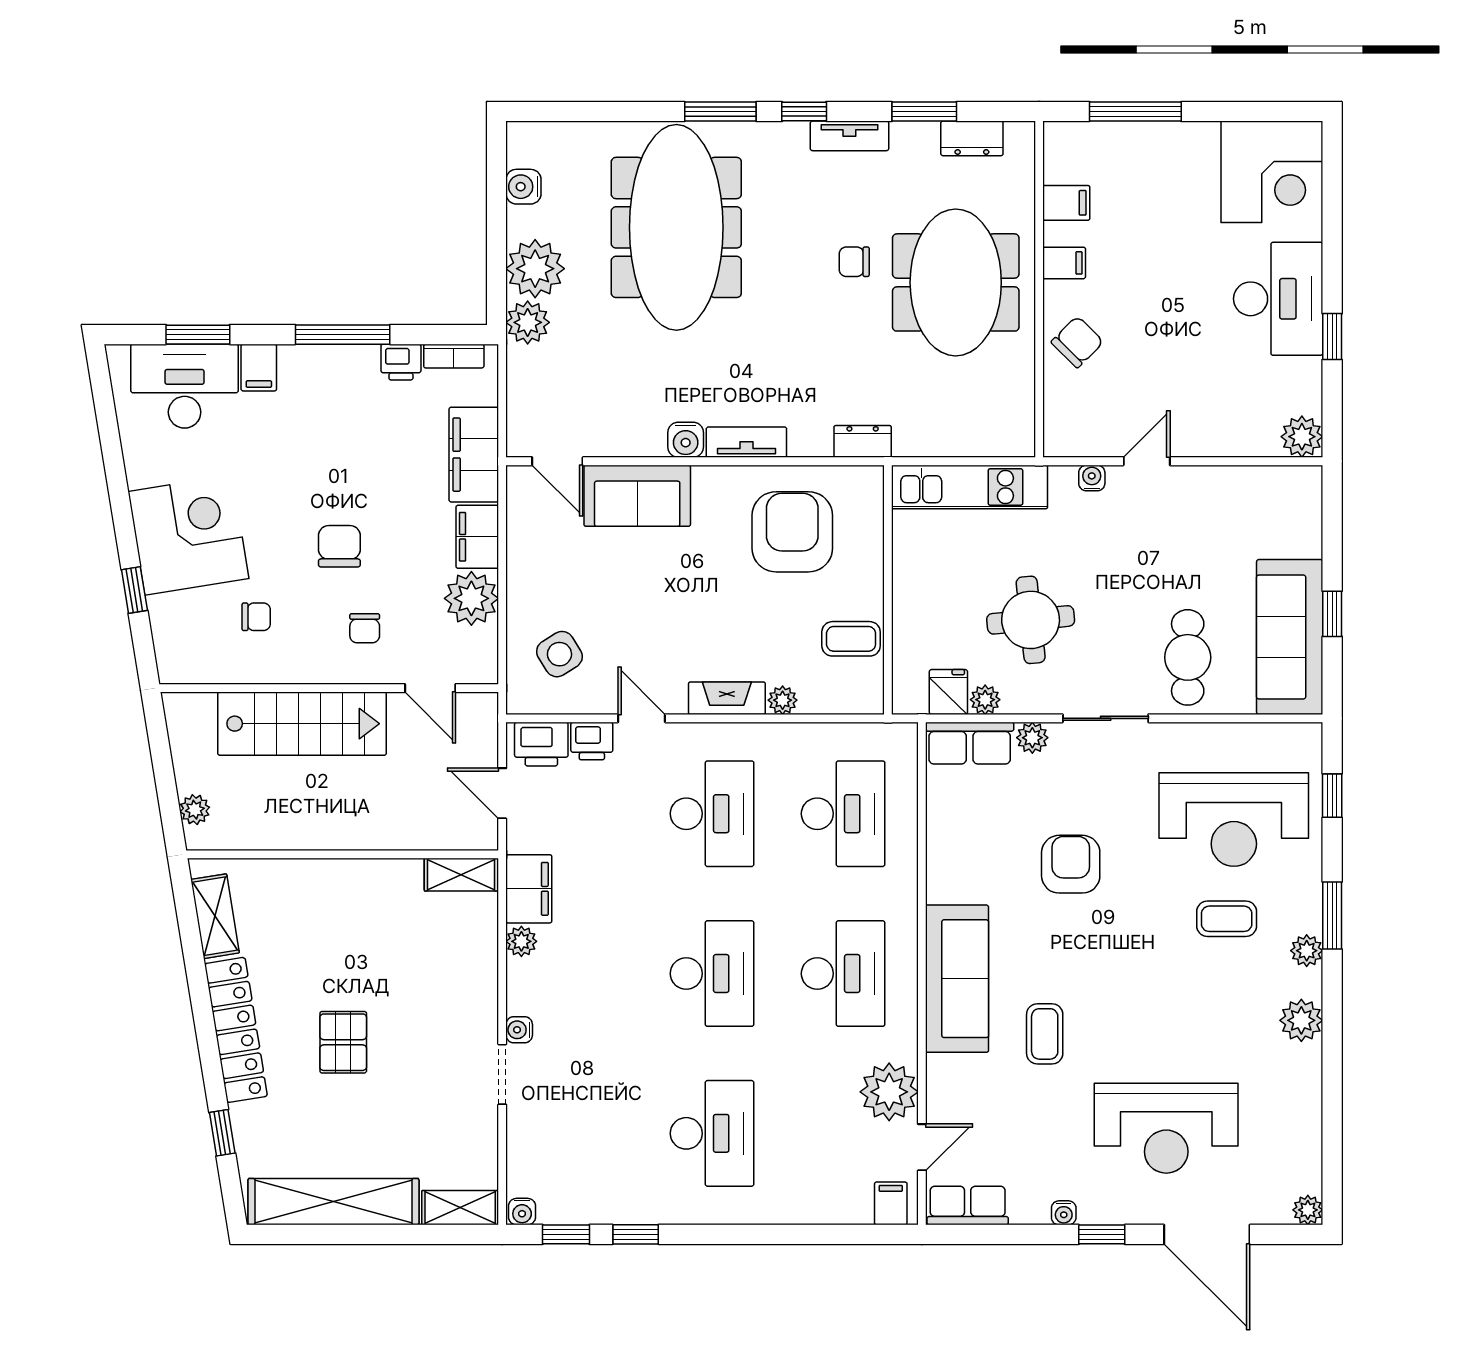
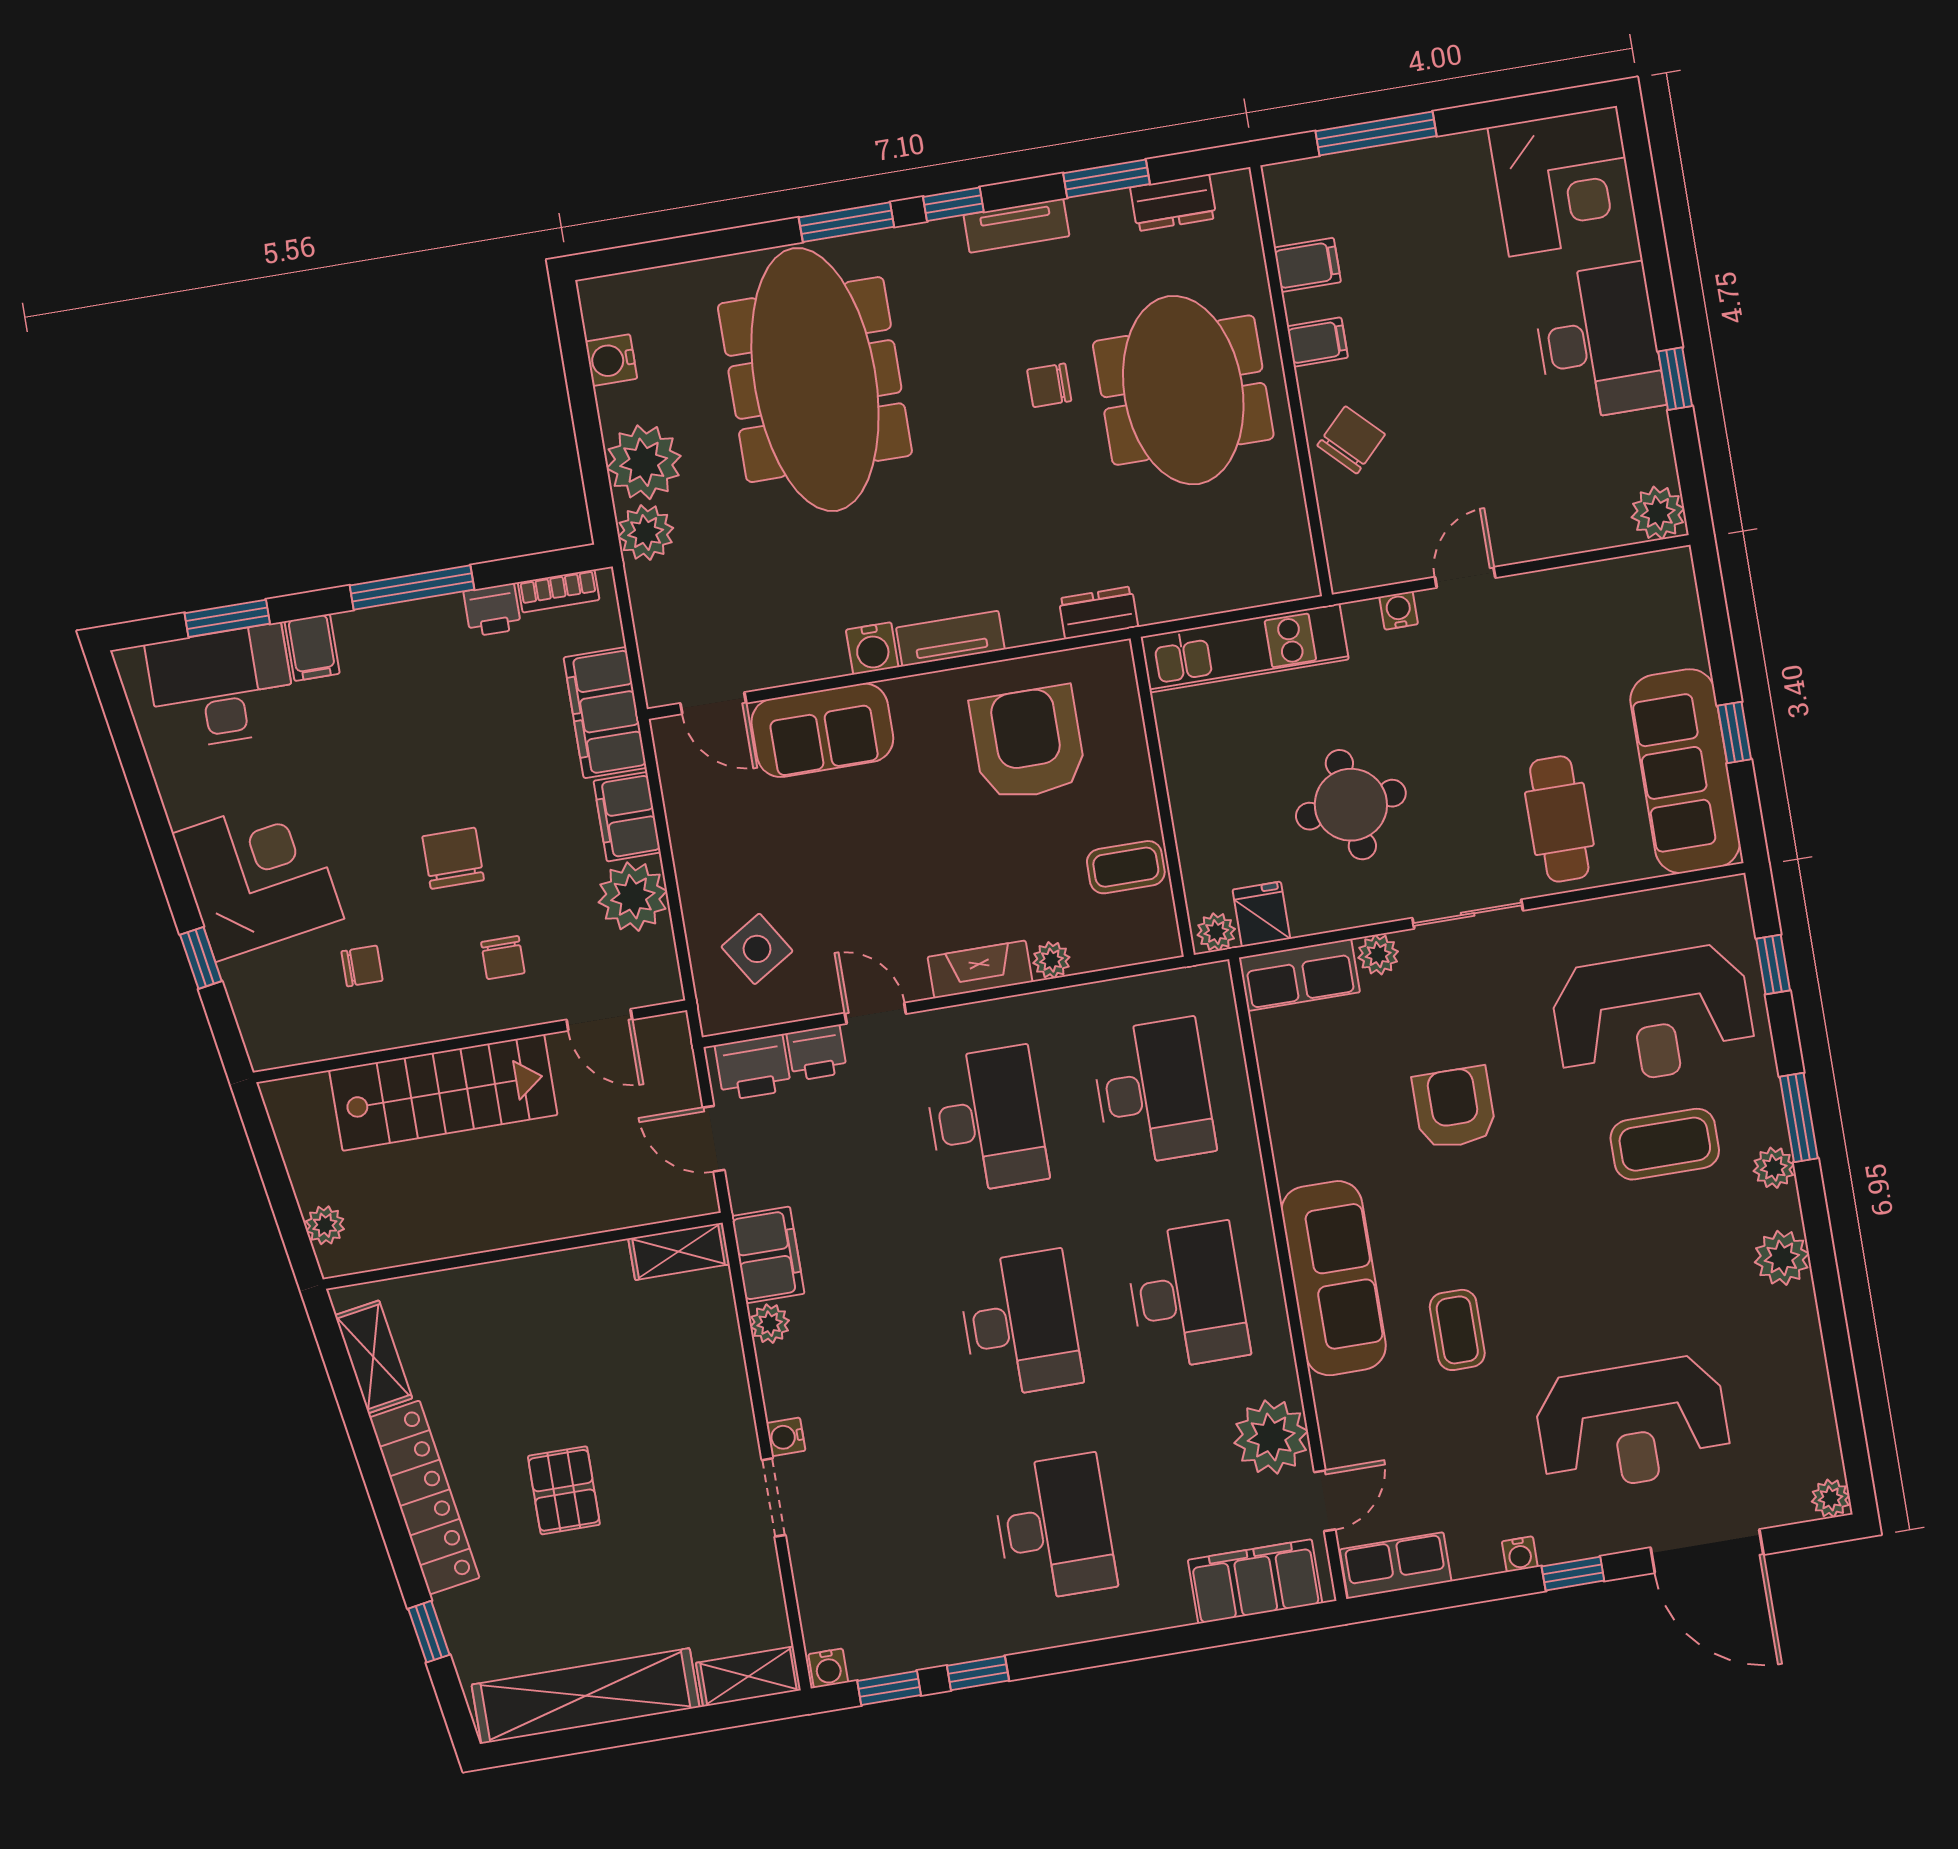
plant: (985, 700) -> (1216, 932), moved
coffee table: (1227, 919) -> (1665, 1144), width x1.36, depth x1.30
filing cabinet: (891, 1203) -> (1255, 1581), width x3.00, depth x1.17

